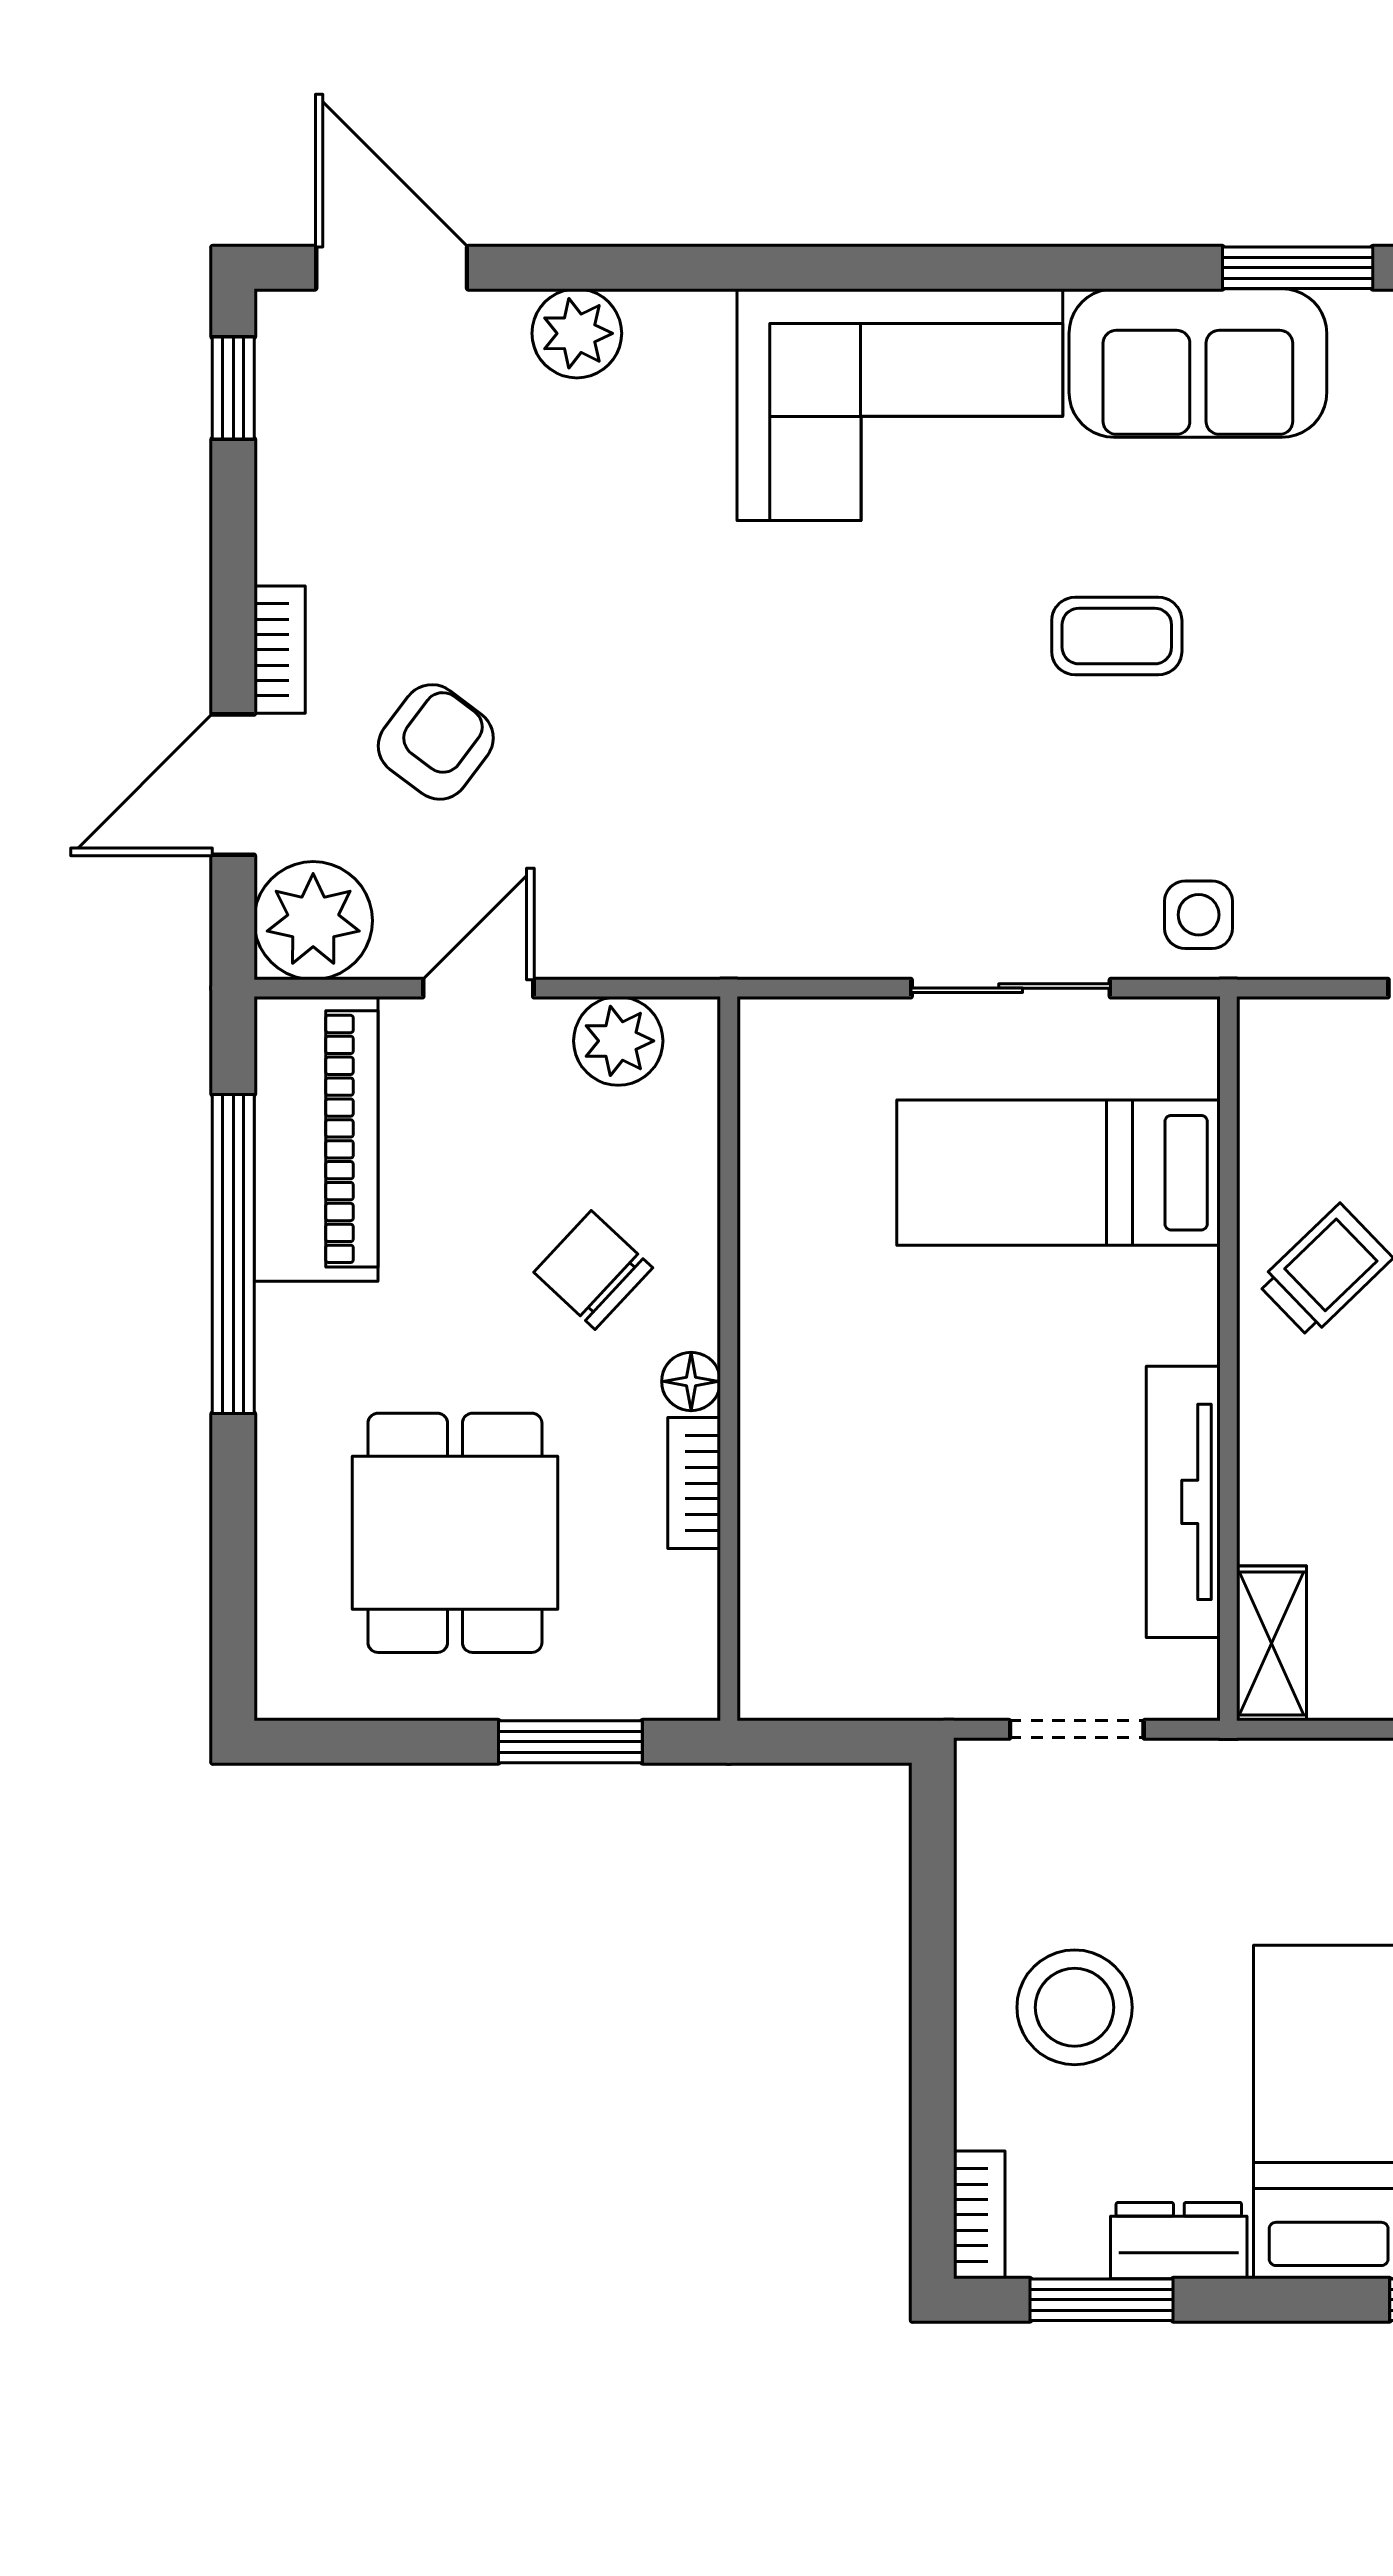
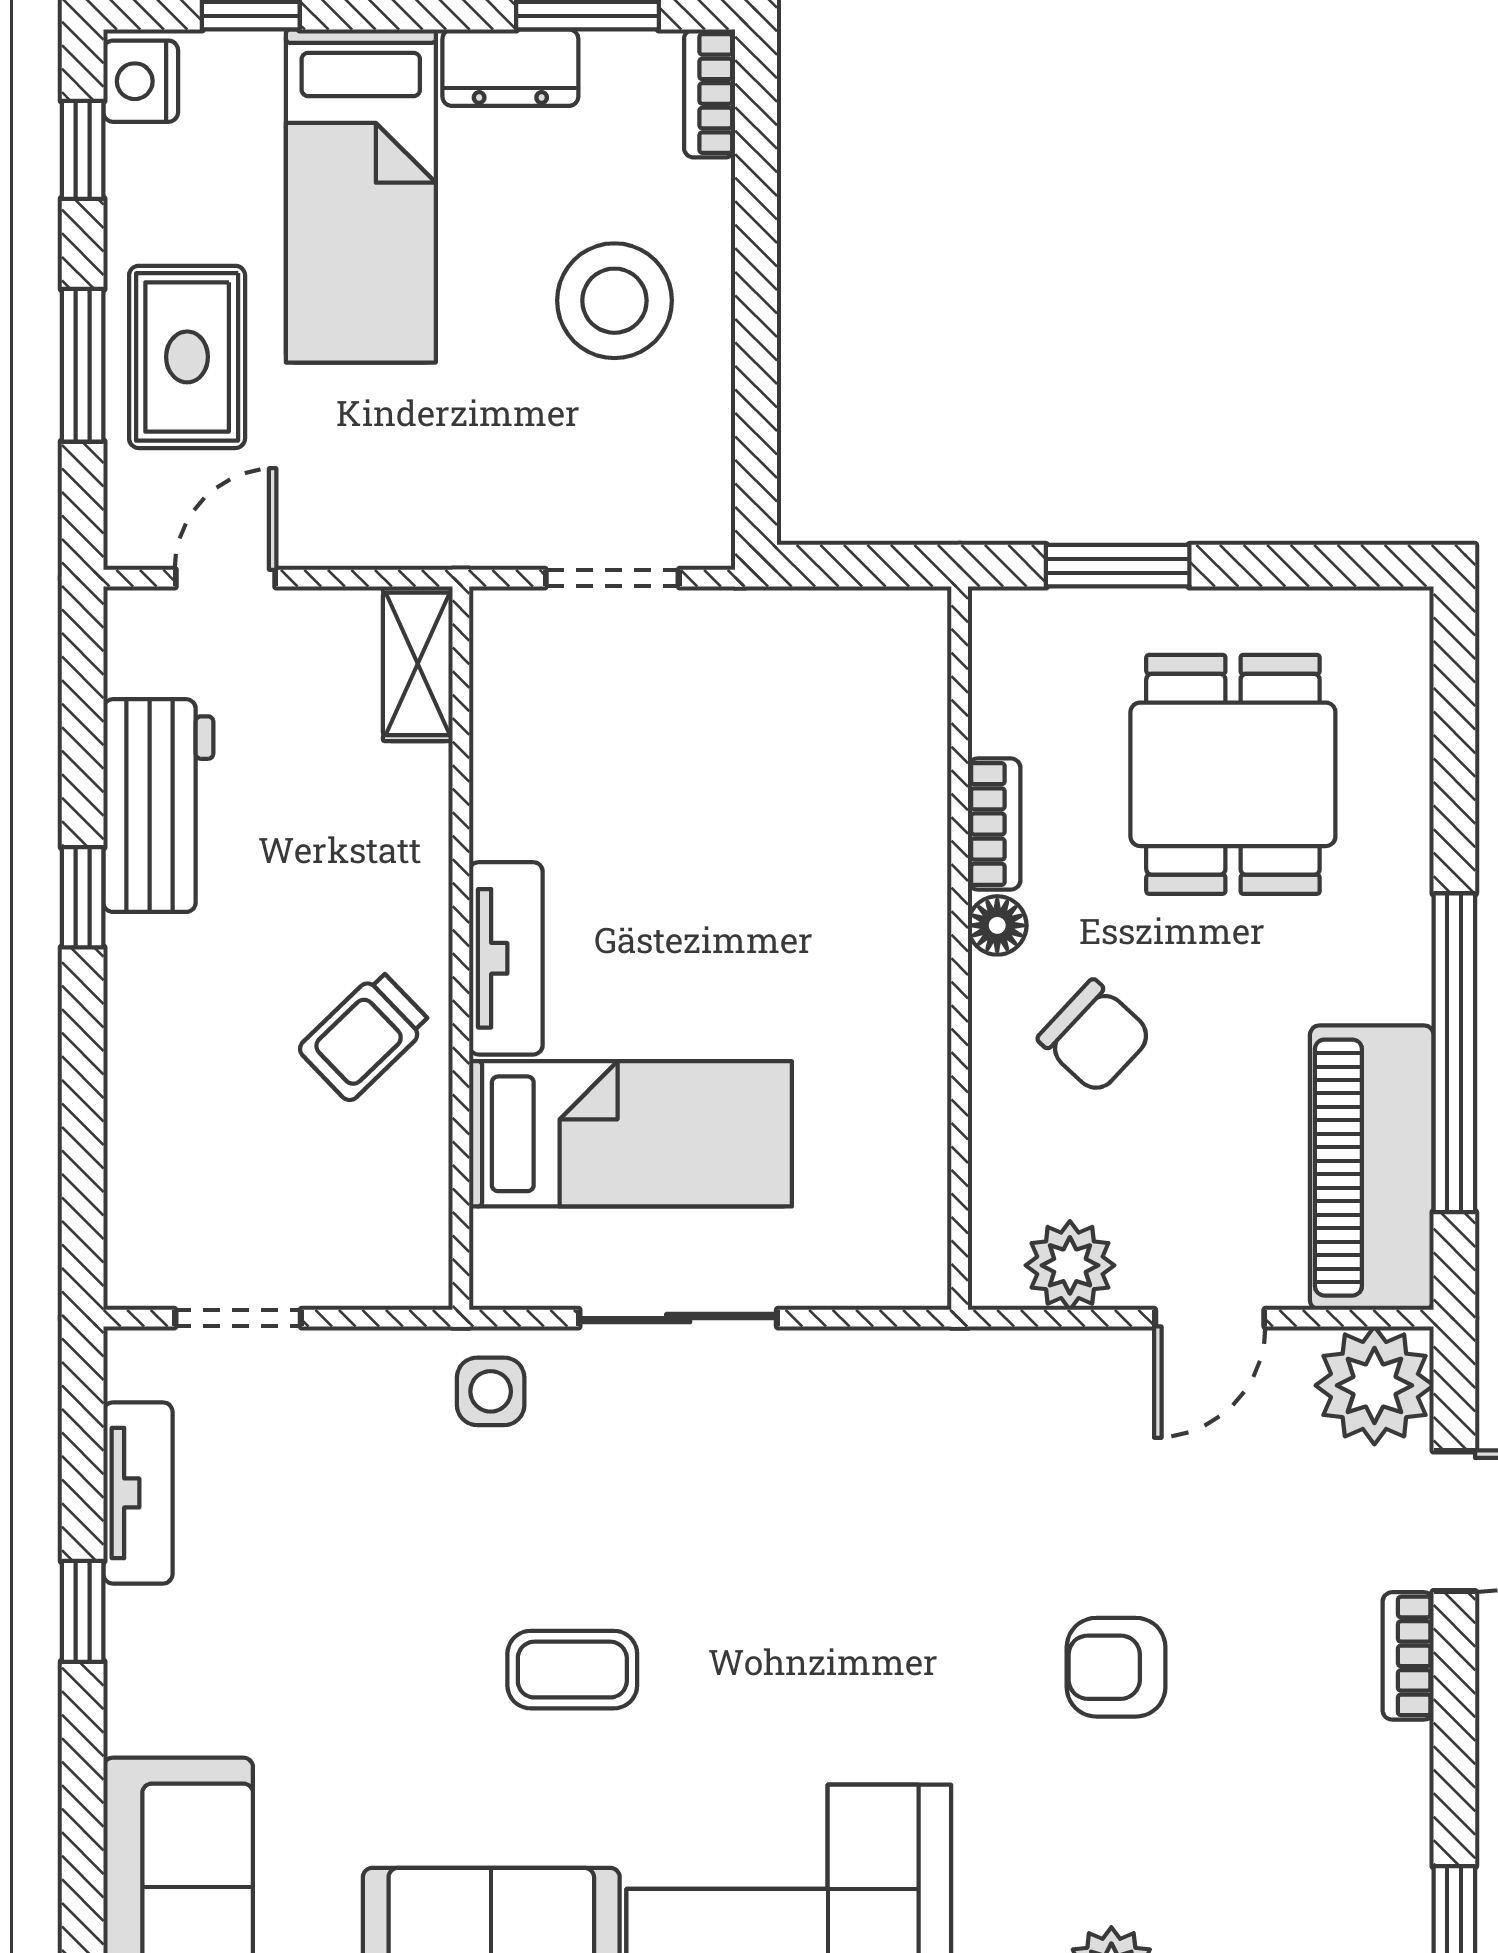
armchair: (436, 742) -> (1116, 1667), moved, turned 53
tv unit: (1183, 1502) -> (506, 958), moved, width x0.71

